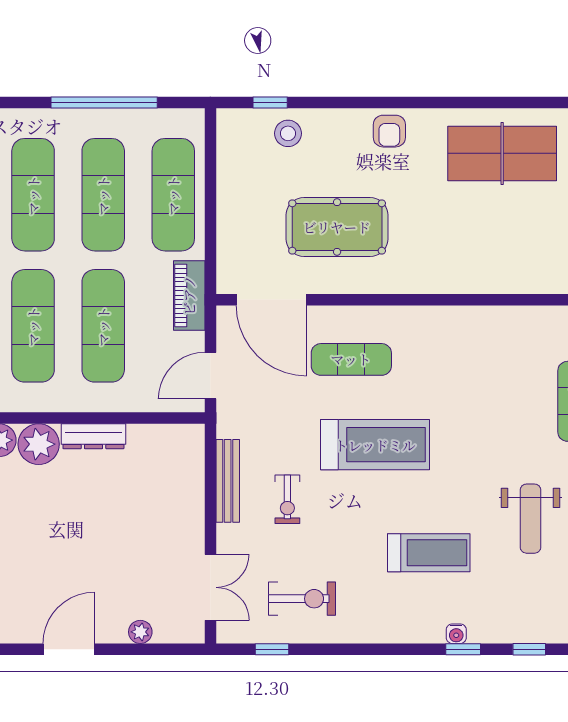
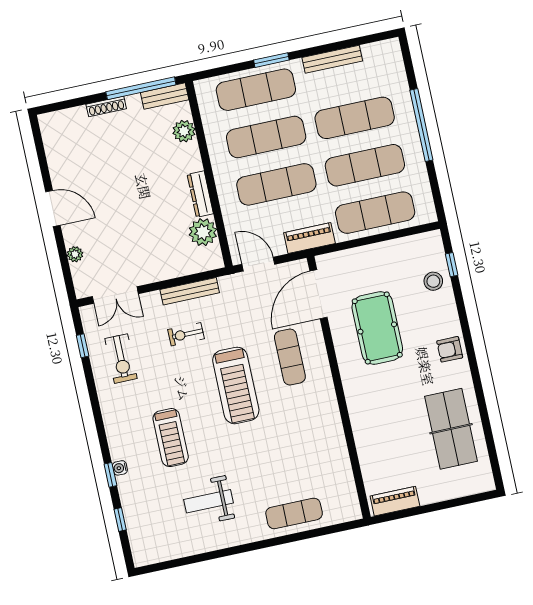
window: (104, 102) -> (421, 125), moved
plant: (39, 444) -> (203, 232), moved

